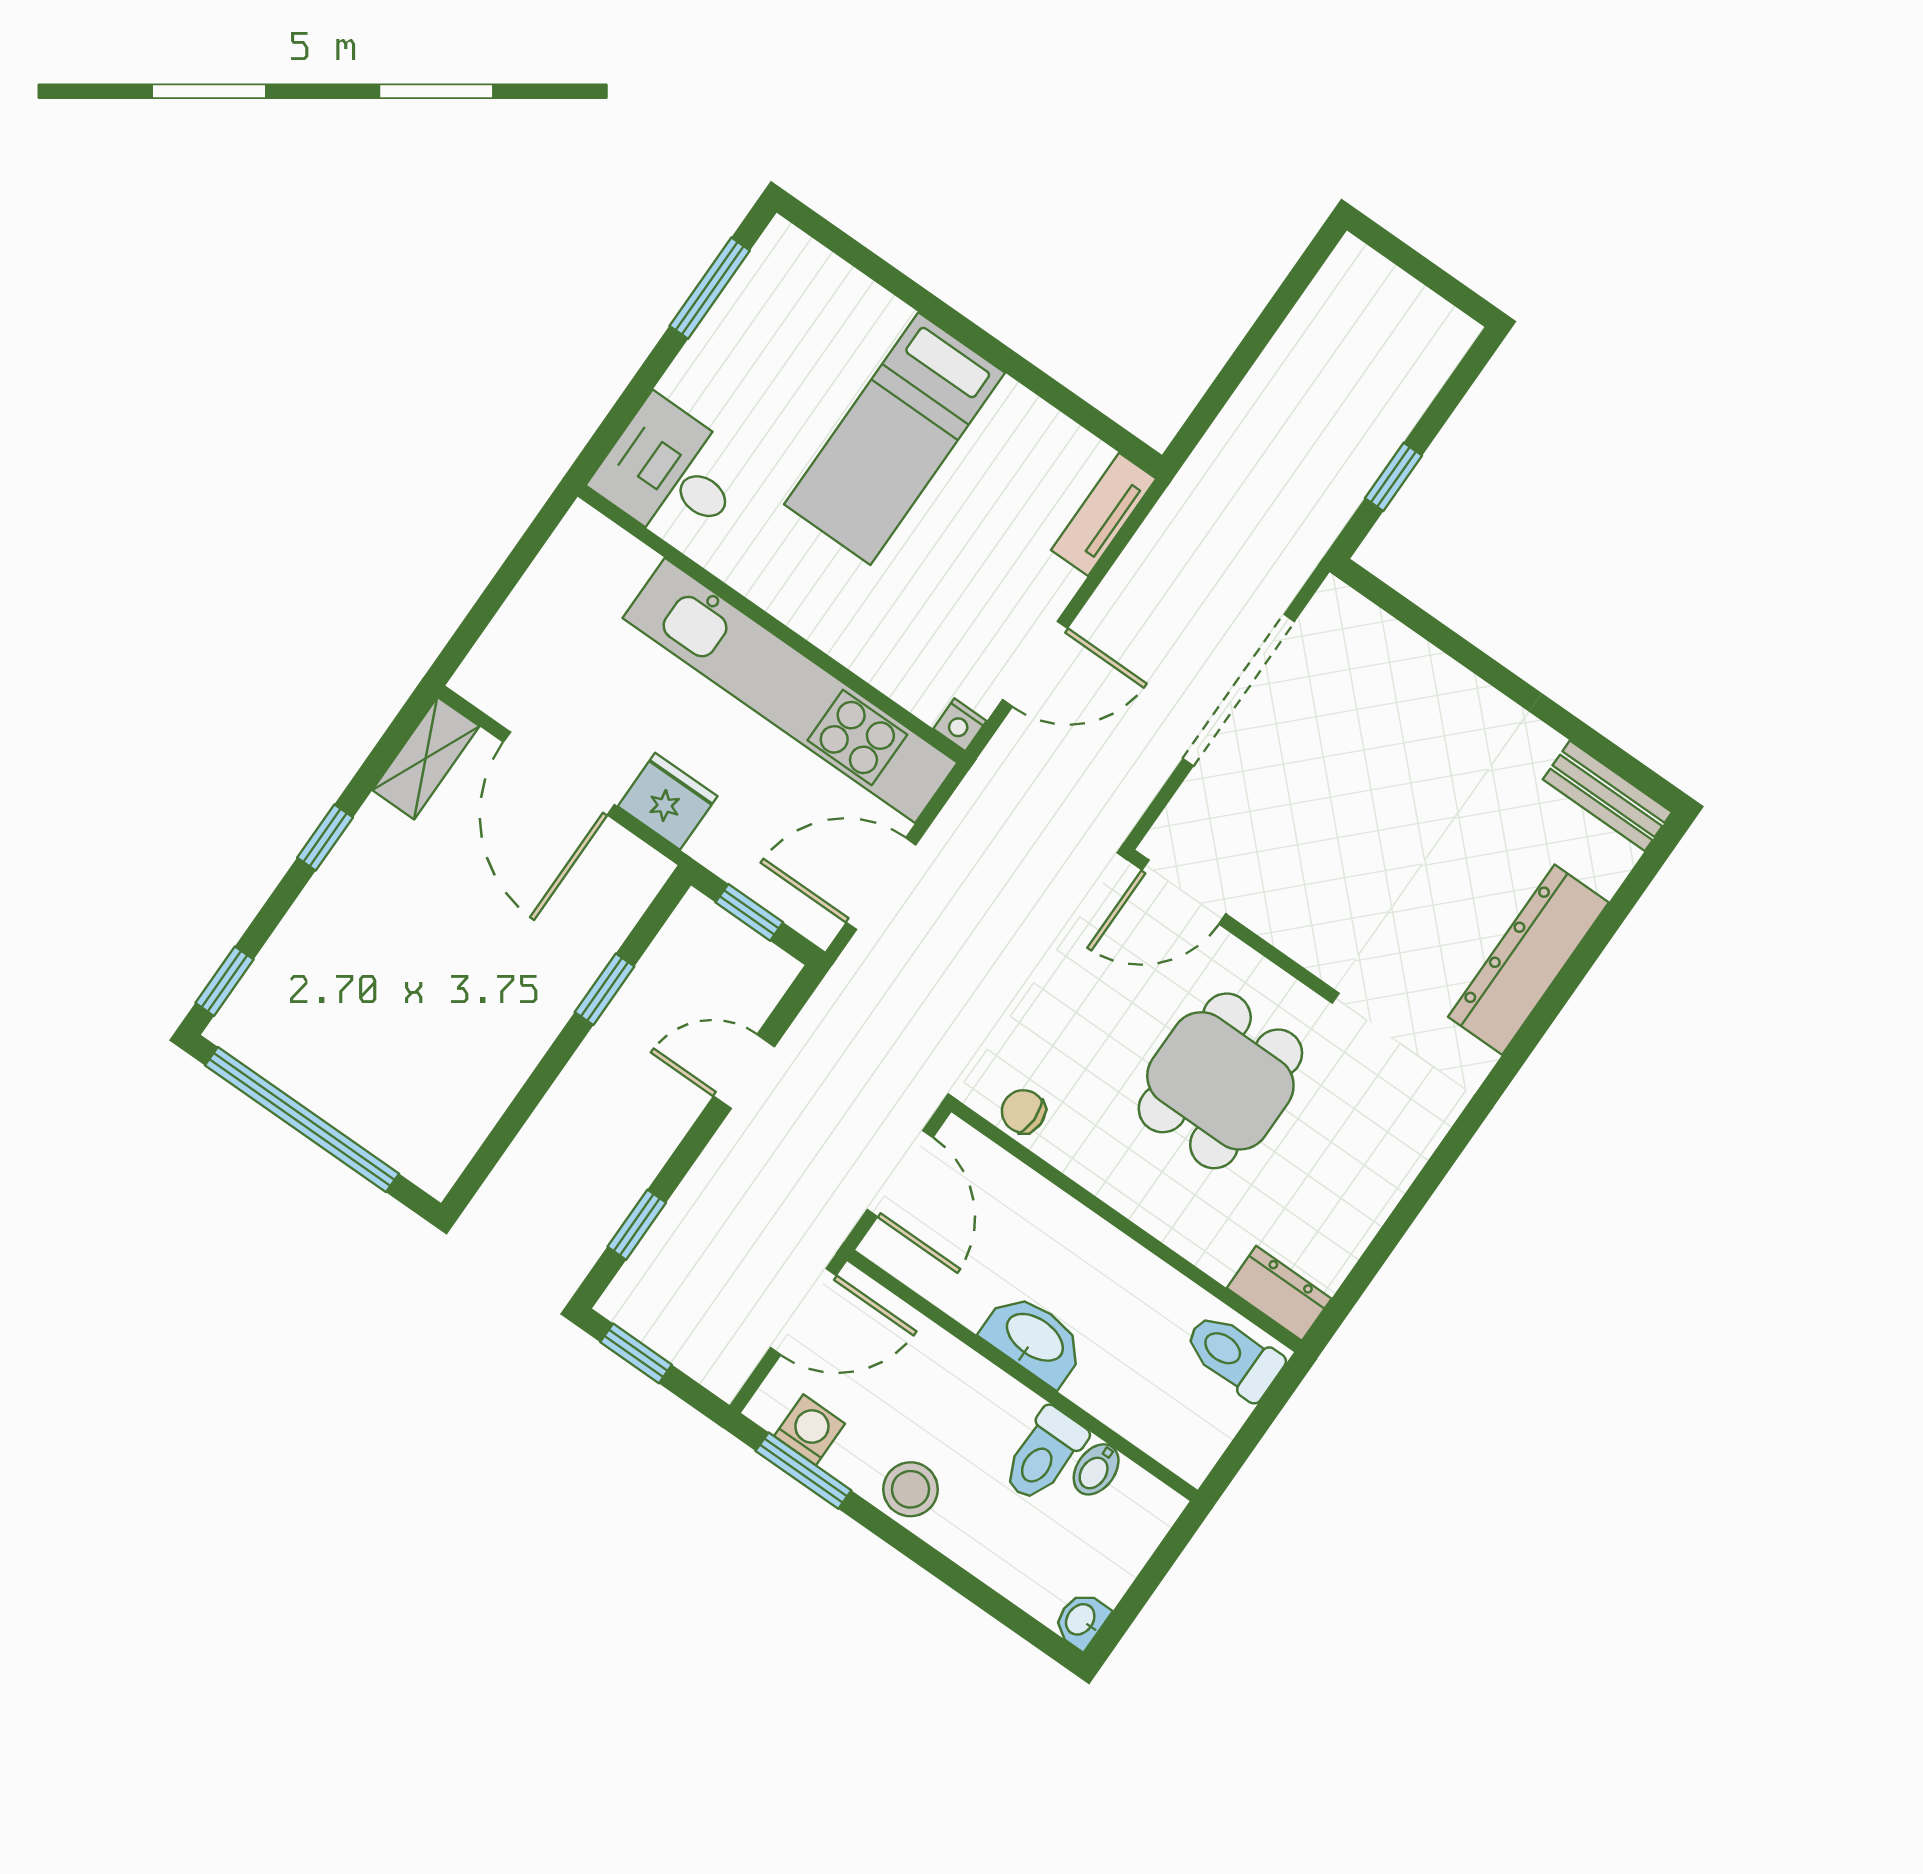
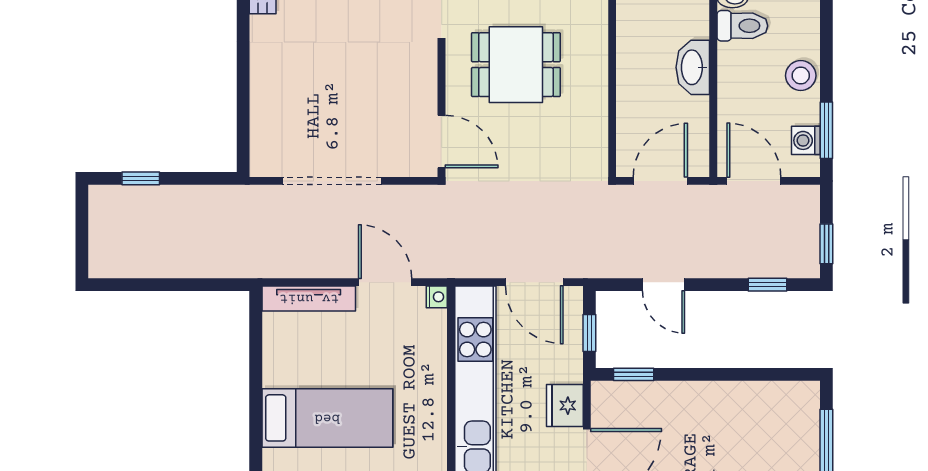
window: (1394, 477) -> (141, 178), moved
tv unit: (1104, 514) -> (309, 298), width x1.41
window: (605, 989) -> (634, 374), moved
chair: (1023, 1111) -> (593, 145), removed

